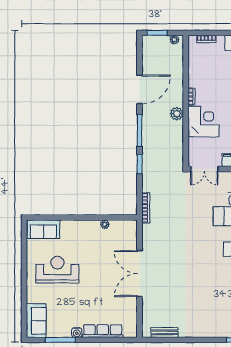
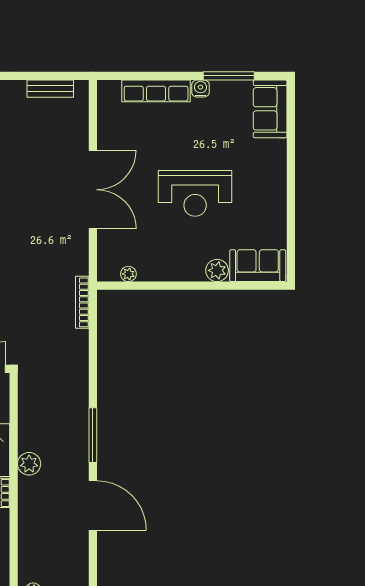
door: (140, 89) -> (93, 505), swing flipped
window: (140, 164) -> (93, 377), removed
plant: (105, 224) -> (128, 274), moved
plant: (67, 226) -> (217, 270), added
reception desk: (57, 270) -> (195, 193), moved

